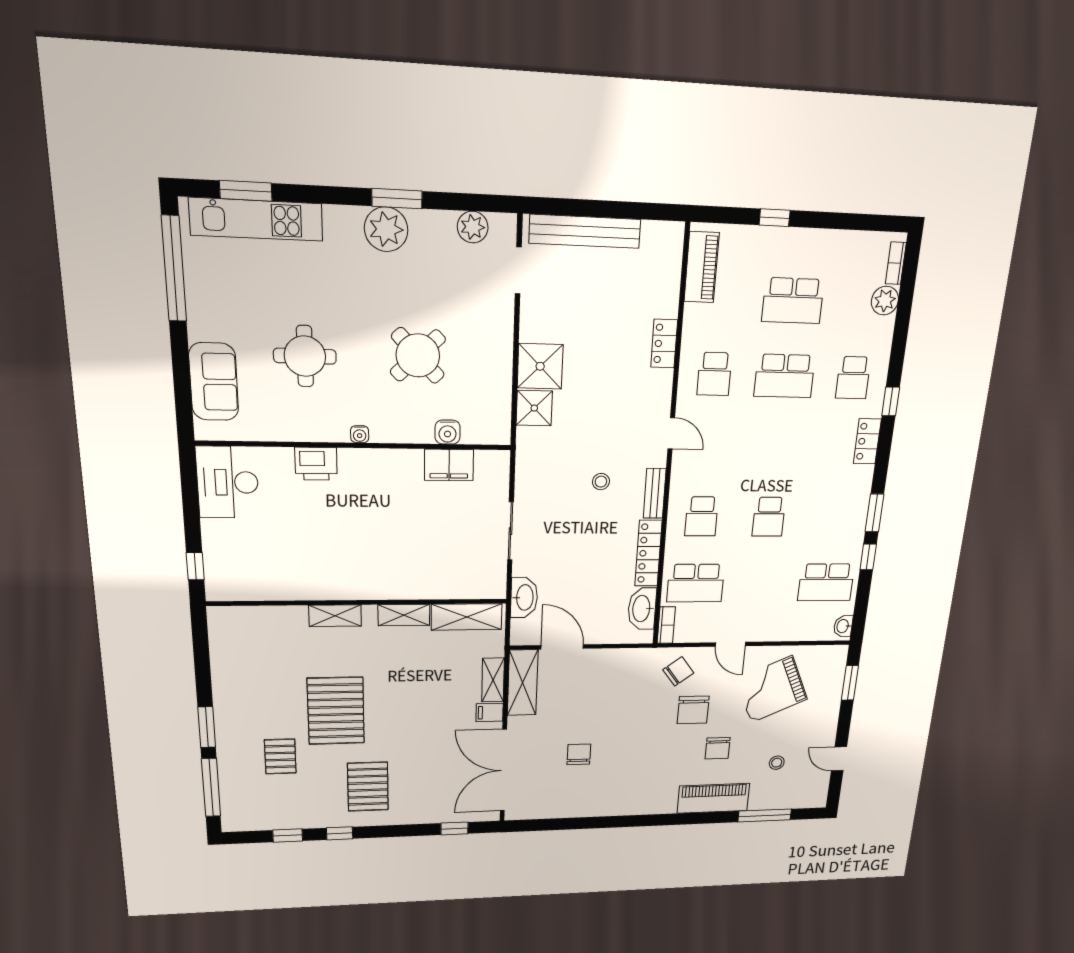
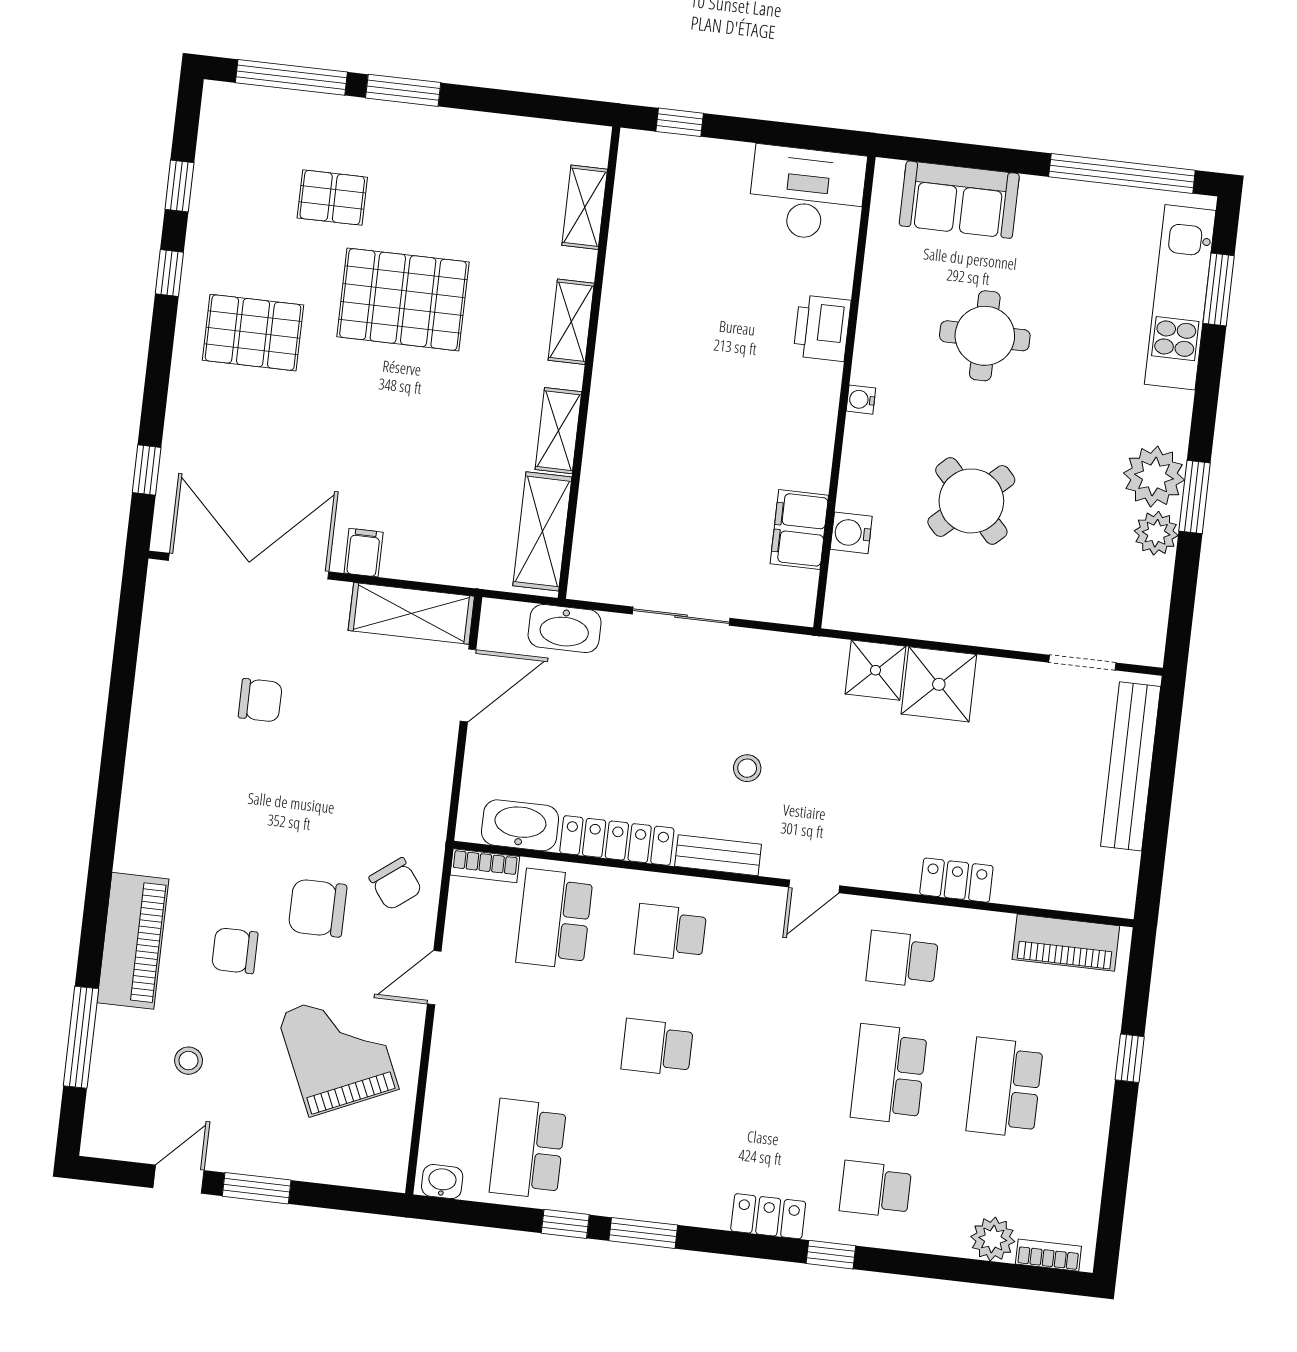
plant: (473, 227) -> (1156, 533), moved
shelving: (493, 680) -> (585, 207), moved, turned 90
window: (850, 683) -> (257, 1188), moved

